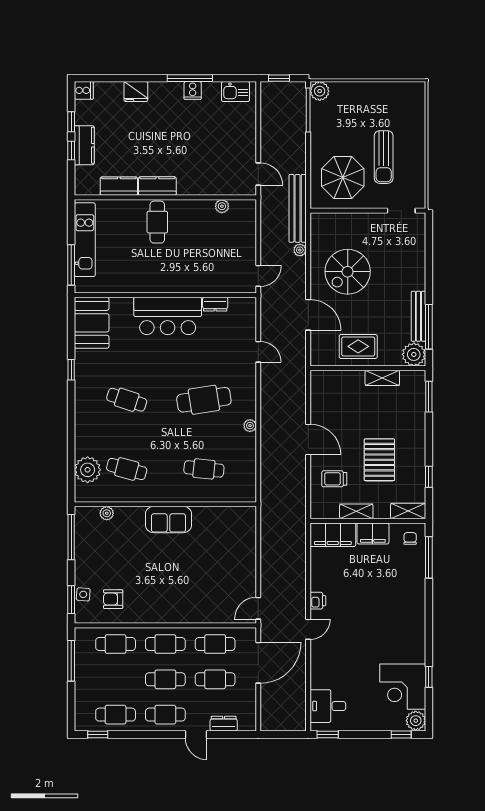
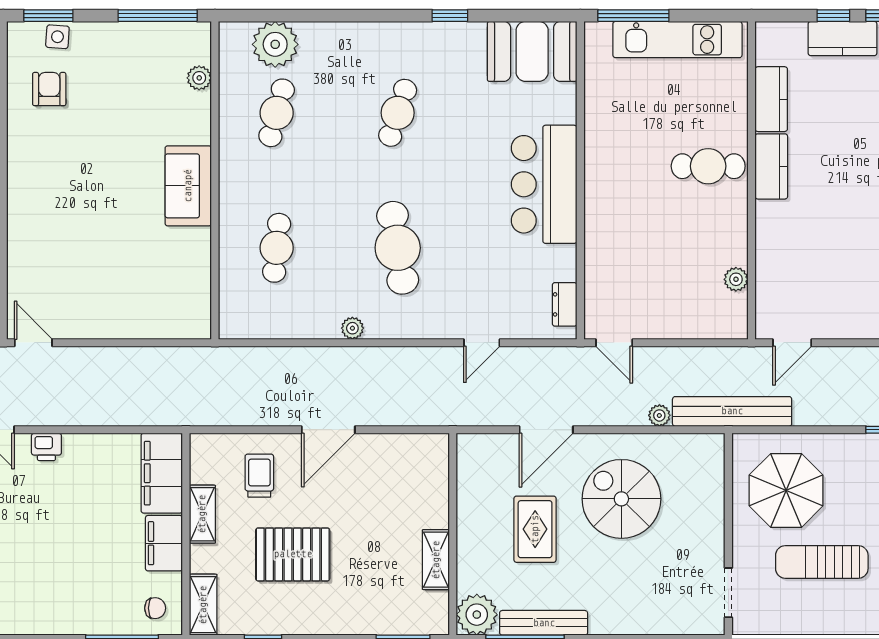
dresser: (215, 304) -> (565, 304), moved
rug: (358, 346) -> (535, 529), moved

